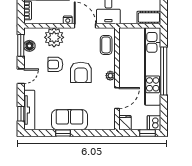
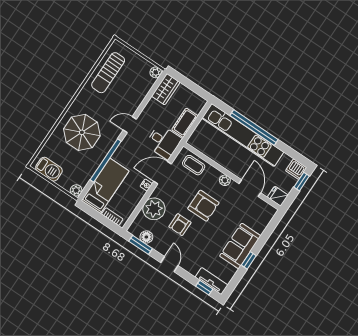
cot: (149, 18) -> (185, 123), moved
tv unit: (29, 110) -> (212, 281), width x0.71

